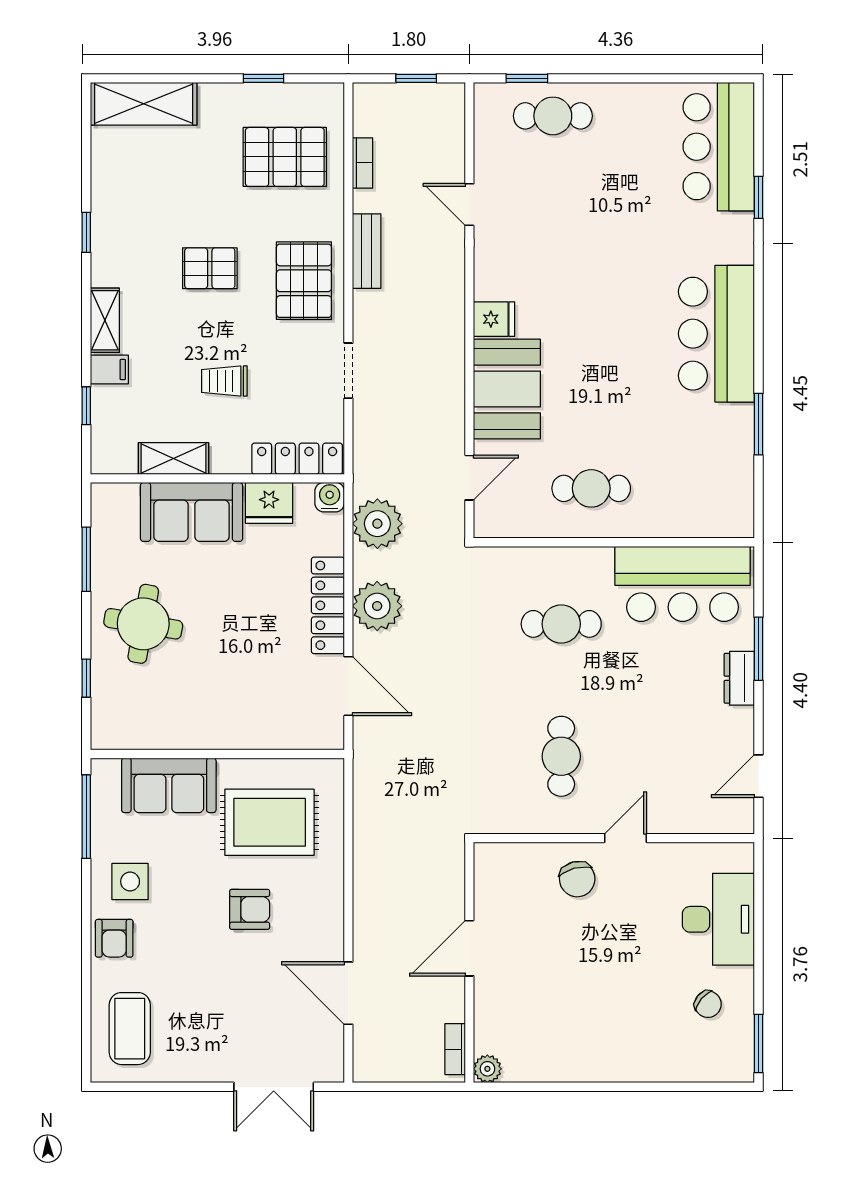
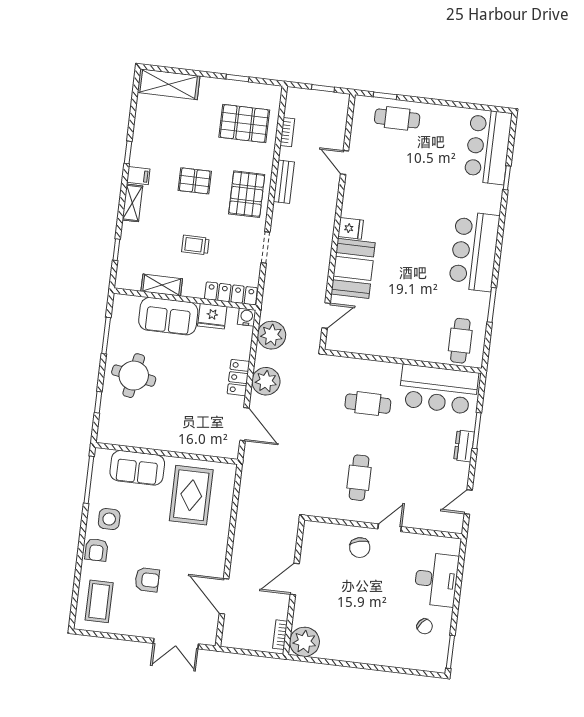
filing cabinet: (109, 370) -> (138, 176), moved
cafe table: (591, 488) -> (460, 341), moved, turned 90
locker: (328, 605) -> (238, 378), width x0.66
rug: (270, 822) -> (191, 495), turned 90
armchair: (250, 909) -> (147, 580), moved
plant: (487, 1069) -> (304, 642), width x1.88, depth x1.88

